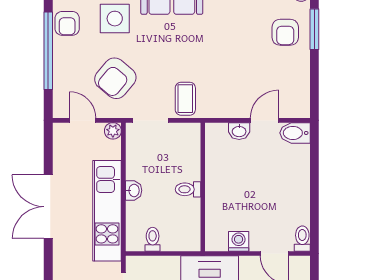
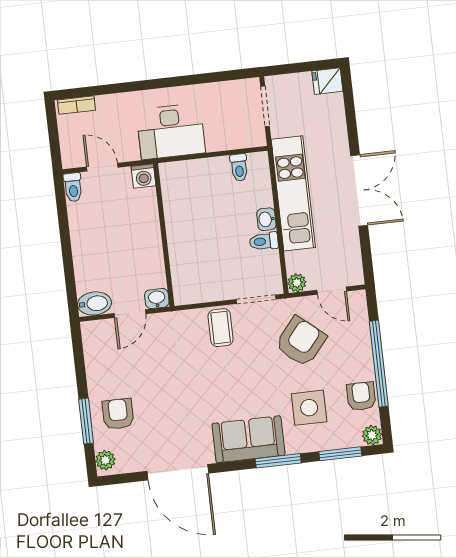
wall: (203, 187) -> (164, 235), moved
toilet: (188, 189) -> (264, 241), moved, turned 180

